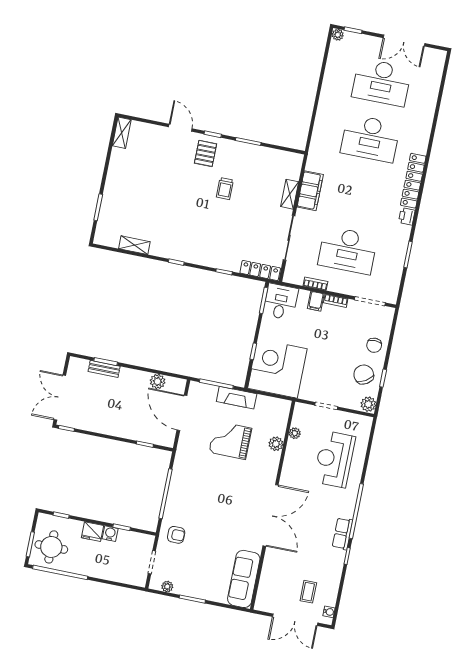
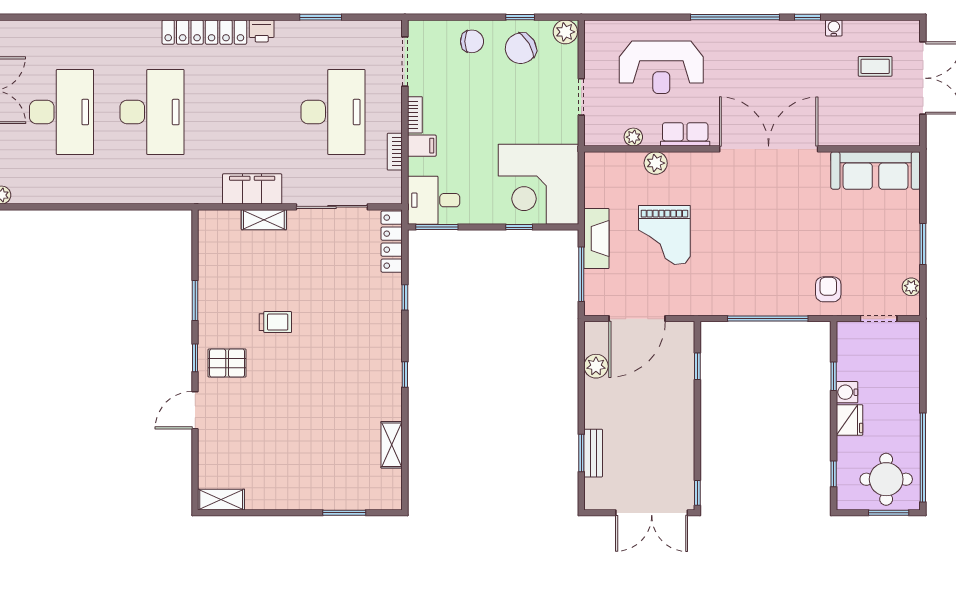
row of seats: (342, 534) -> (685, 134), moved, turned 180
water cooler: (329, 612) -> (834, 28), moved

